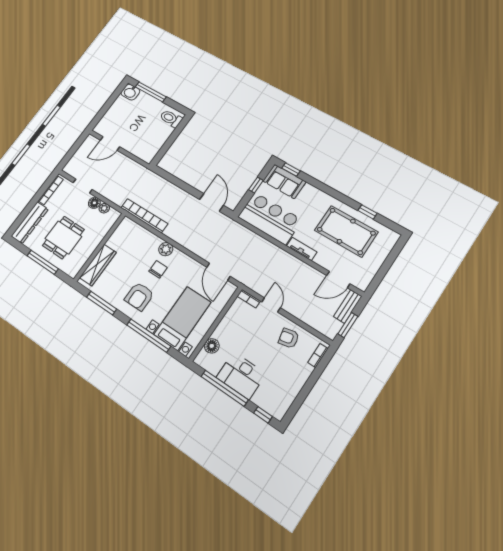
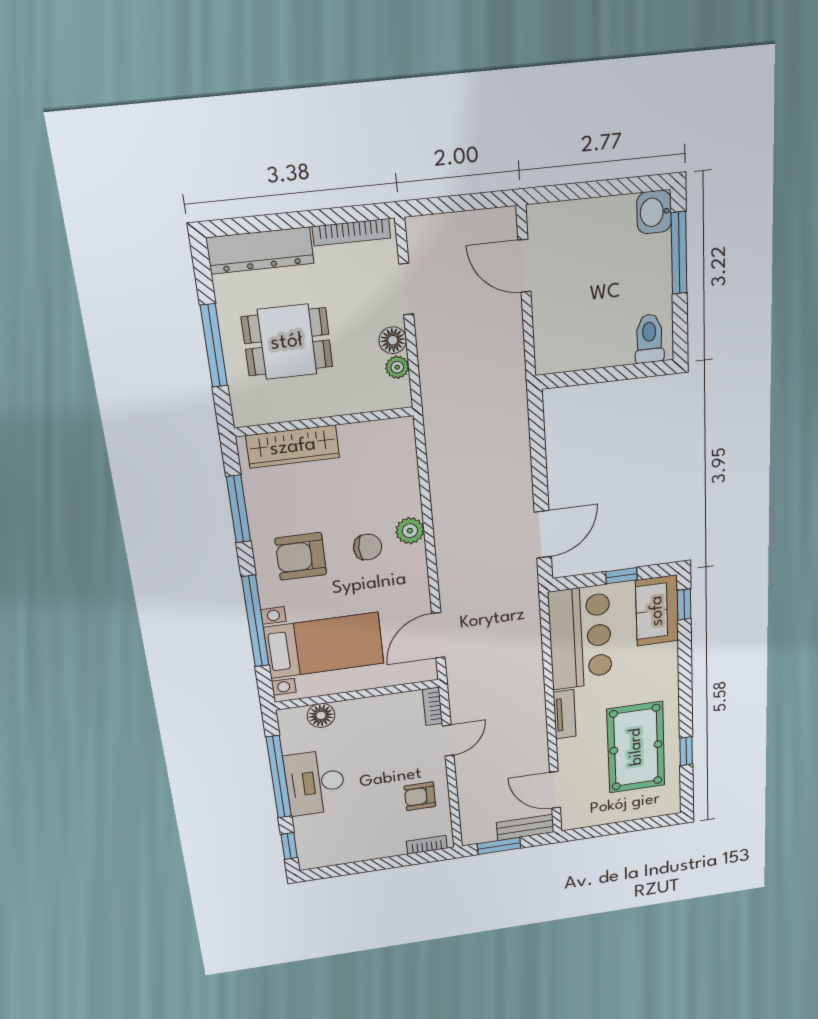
bookcase: (144, 216) -> (438, 448), removed
armchair: (289, 338) -> (420, 796), turned -78

